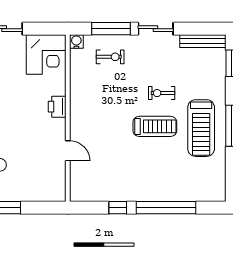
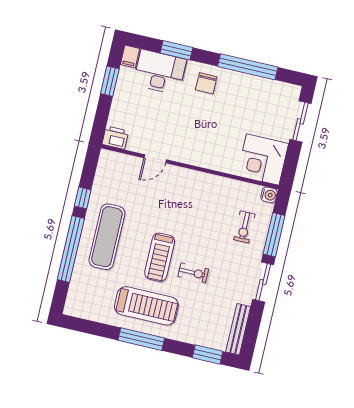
exercise bike: (162, 93) -> (193, 273), turned 90
printer: (57, 107) -> (115, 138), moved
treadmill: (201, 128) -> (146, 306), turned 180
exercise mat: (148, 178) -> (107, 237), added

